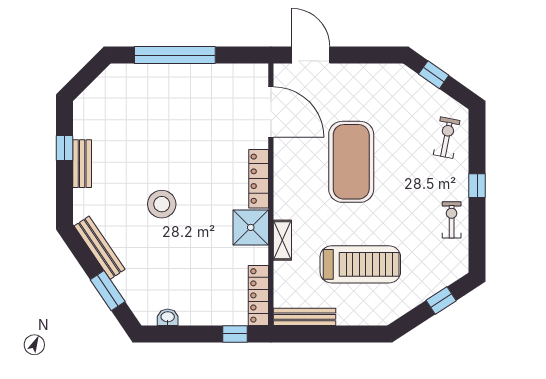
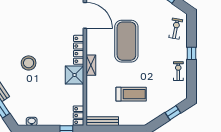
shelving: (282, 240) -> (91, 65), moved
treadmill: (360, 264) -> (131, 94), width x0.73, depth x0.73
locker: (258, 295) -> (78, 116), width x0.66

